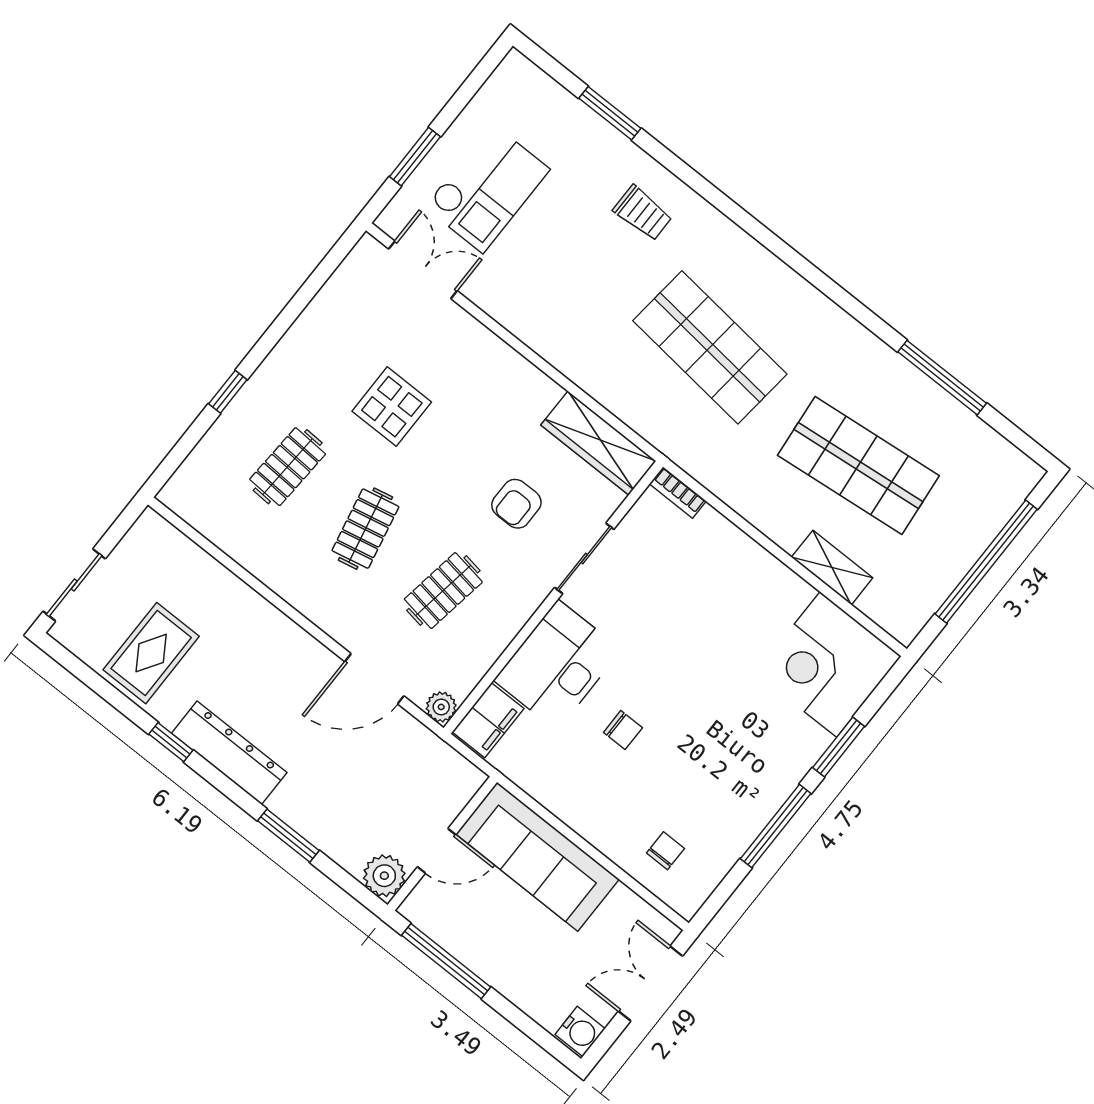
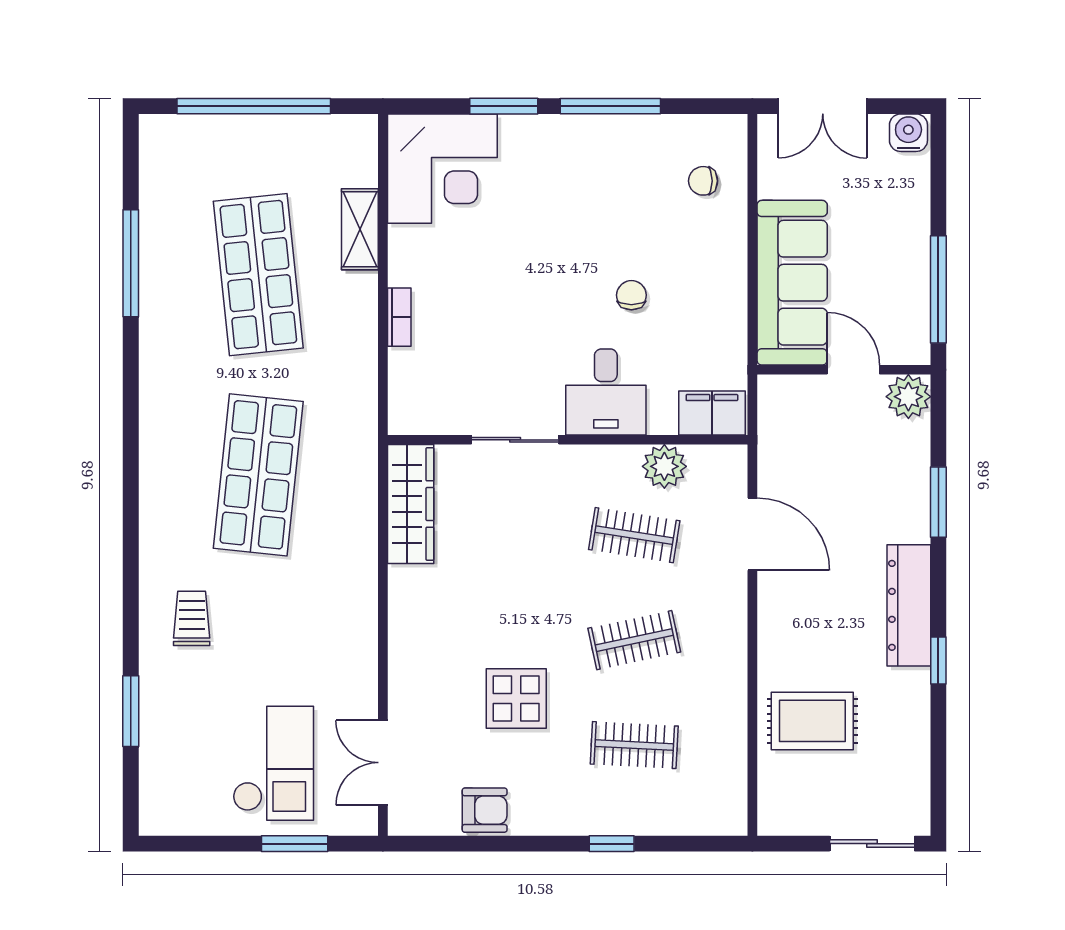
checkout: (487, 188) -> (273, 763), turned 90
bookcase: (678, 492) -> (399, 317), moved
armchair: (516, 504) -> (485, 810), moved
rug: (151, 653) -> (812, 721), moved
desk: (557, 665) -> (606, 392), width x0.73
plant: (441, 707) -> (664, 466), moved, width x1.38, depth x1.38

